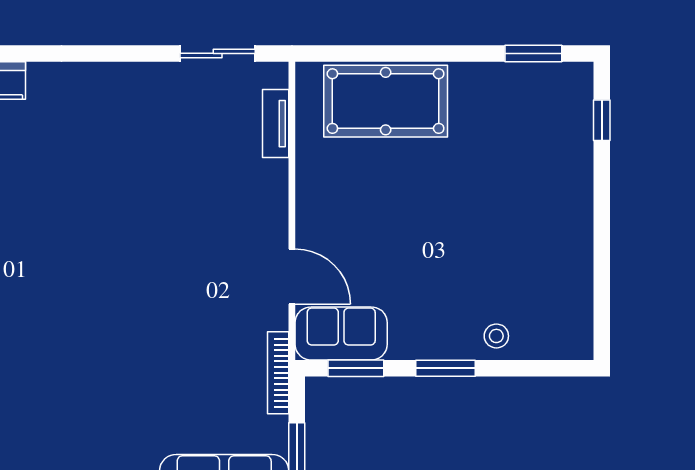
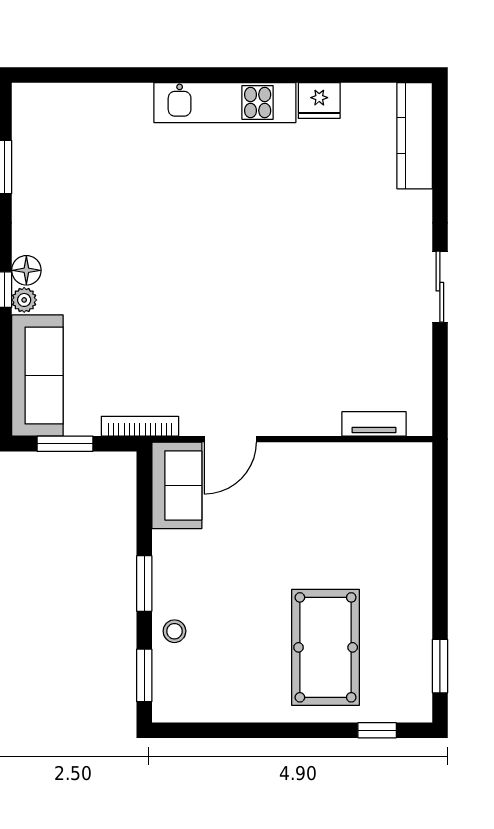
sliding door: (218, 53) -> (440, 287), moved
pool table: (386, 101) -> (326, 647), moved
window: (356, 368) -> (144, 675), moved

